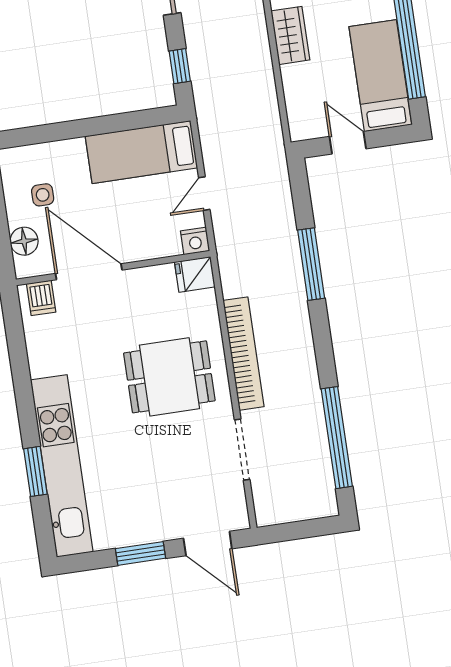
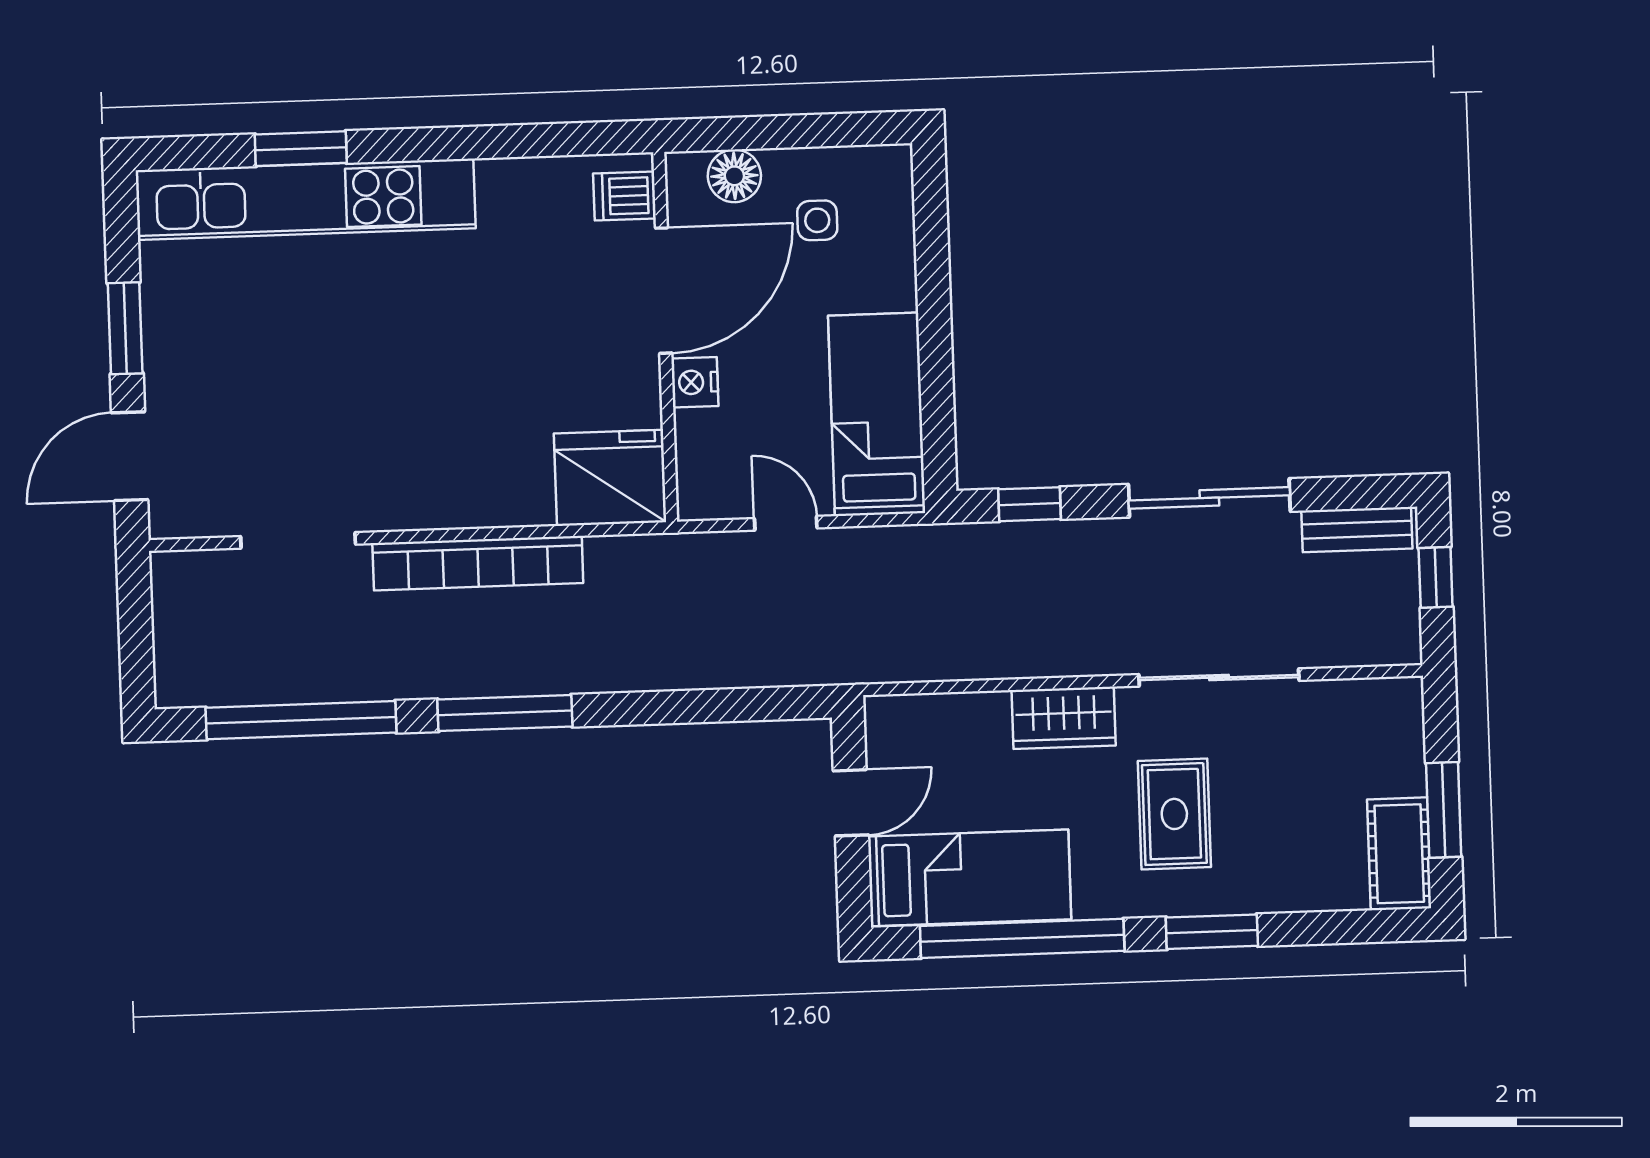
nightstand: (195, 241) -> (695, 382), moved
window: (311, 264) -> (505, 713), moved
fridge: (195, 274) -> (610, 478), width x1.88, depth x1.34
dining table: (169, 377) -> (450, 420), removed

